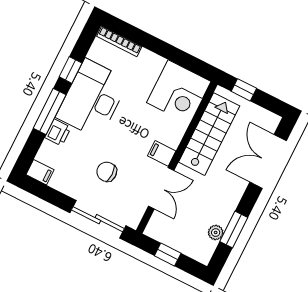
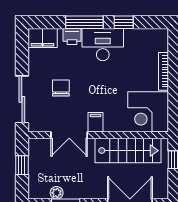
bookcase: (119, 41) -> (163, 71), moved
desk: (92, 99) -> (103, 45), width x0.73, depth x0.77
filing cabinet: (40, 172) -> (43, 38), width x2.00

